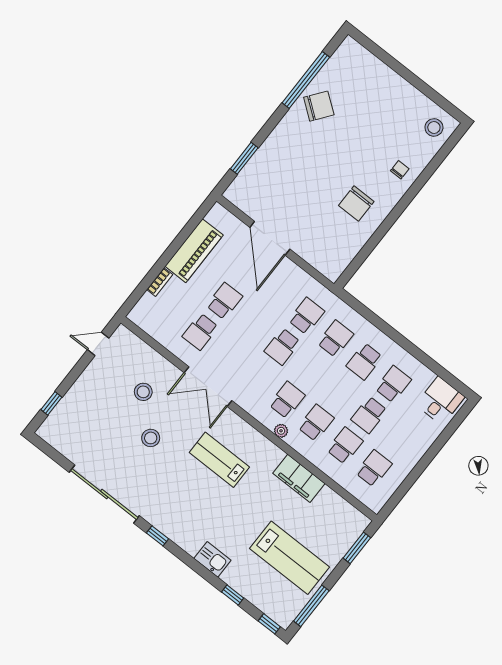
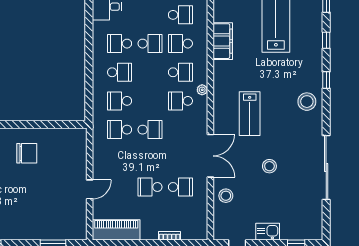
door: (270, 238) -> (90, 189), width x0.53
piano: (194, 251) -> (116, 230), moved
stool: (143, 392) -> (226, 196), moved
school desk: (316, 423) -> (180, 72), turned 180
school desk: (374, 468) -> (180, 15), turned 180
filing cabinet: (299, 478) -> (223, 41), moved
stool: (186, 527) -> (307, 102), added
window: (157, 536) -> (326, 80), moved
kitchen sink: (212, 559) -> (268, 232), moved, turned 90

